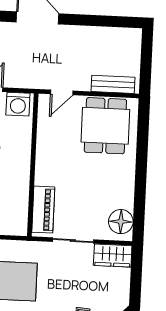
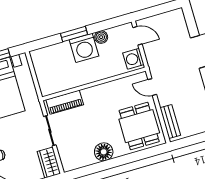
dining table: (105, 126) -> (139, 126), turned 90
floor lamp: (121, 222) -> (104, 152), moved

